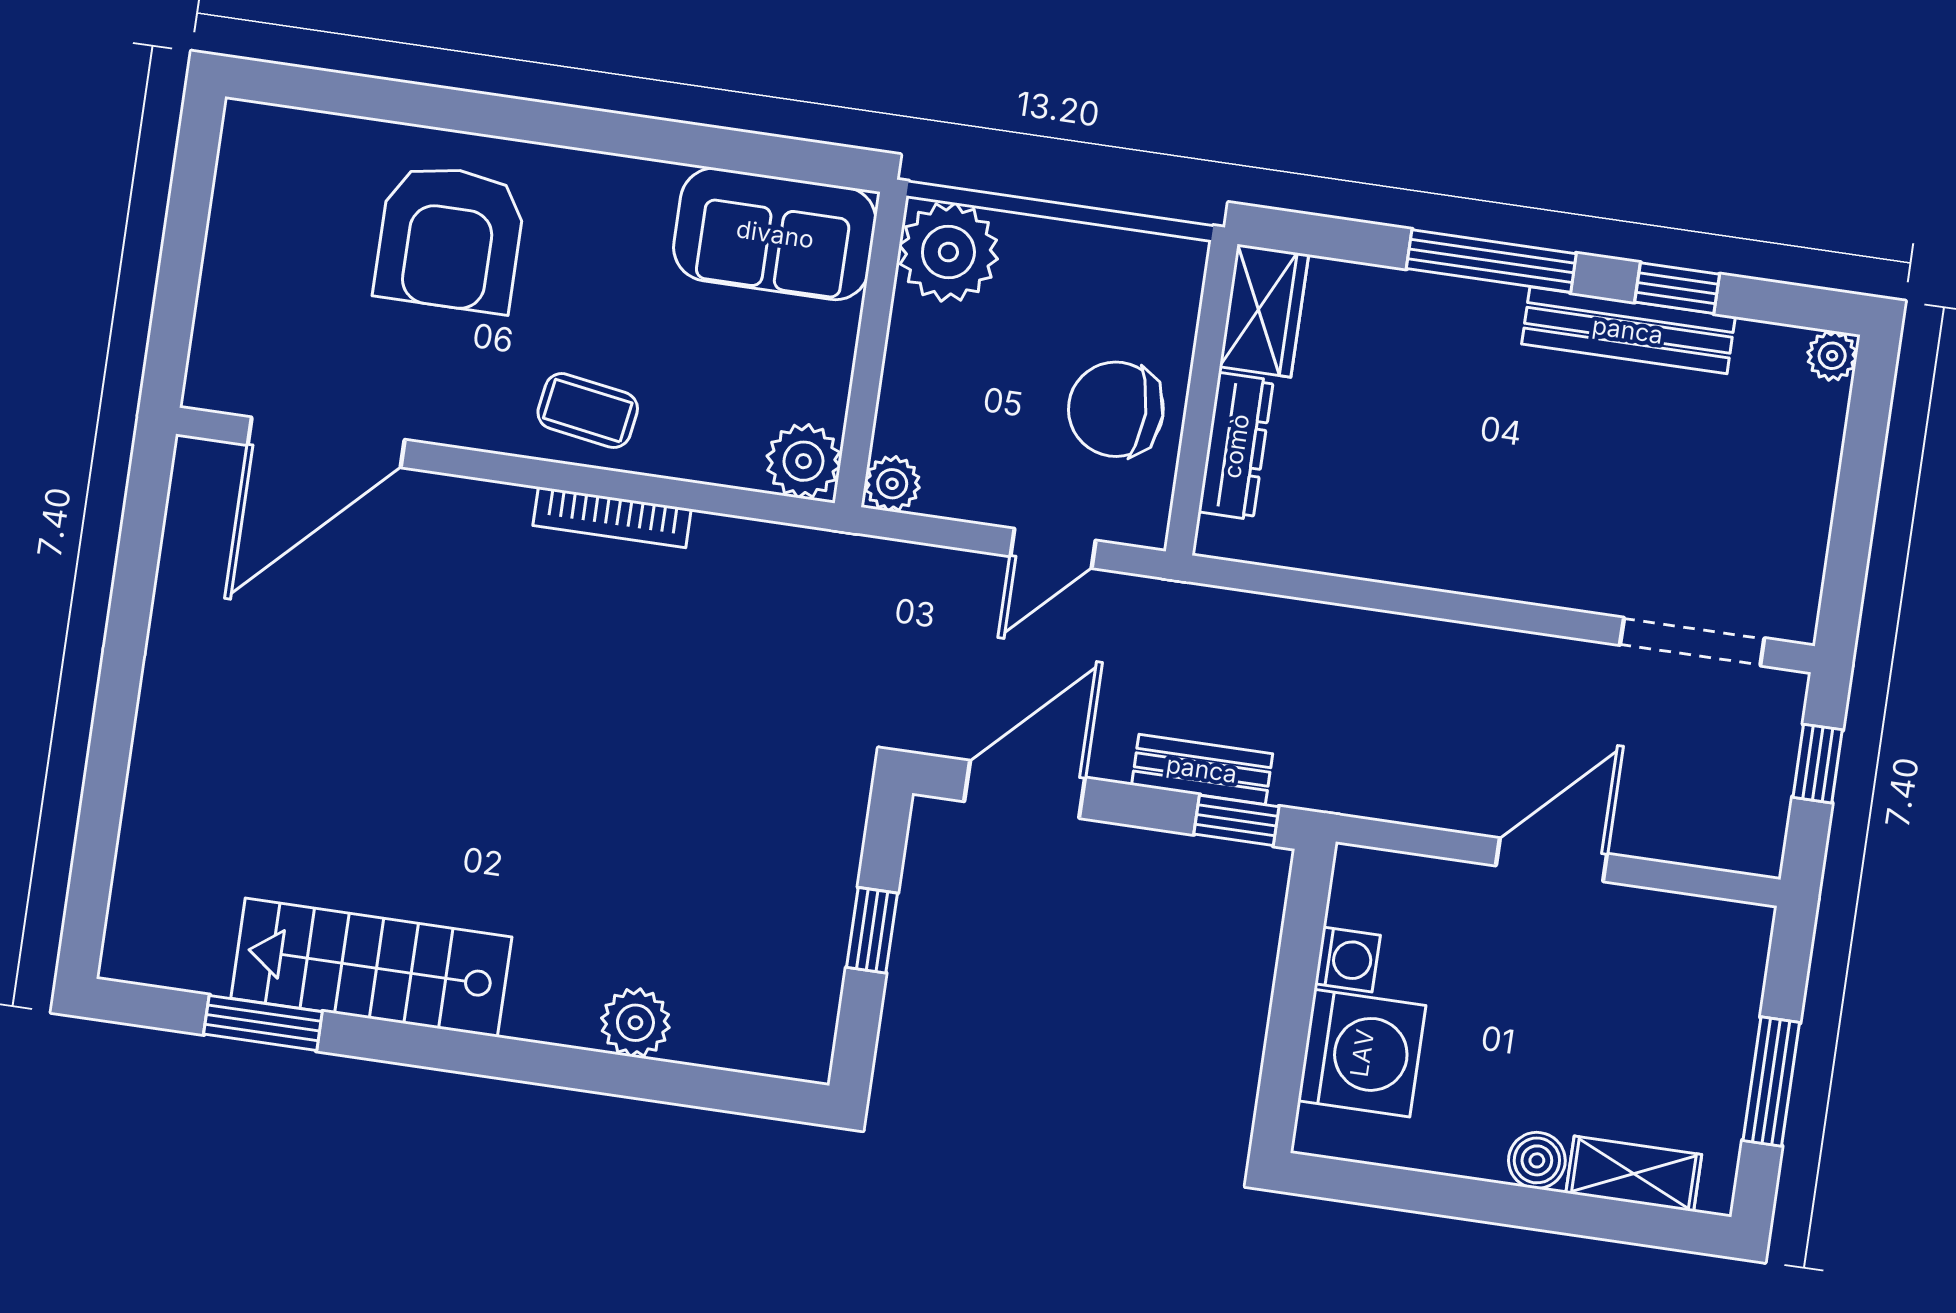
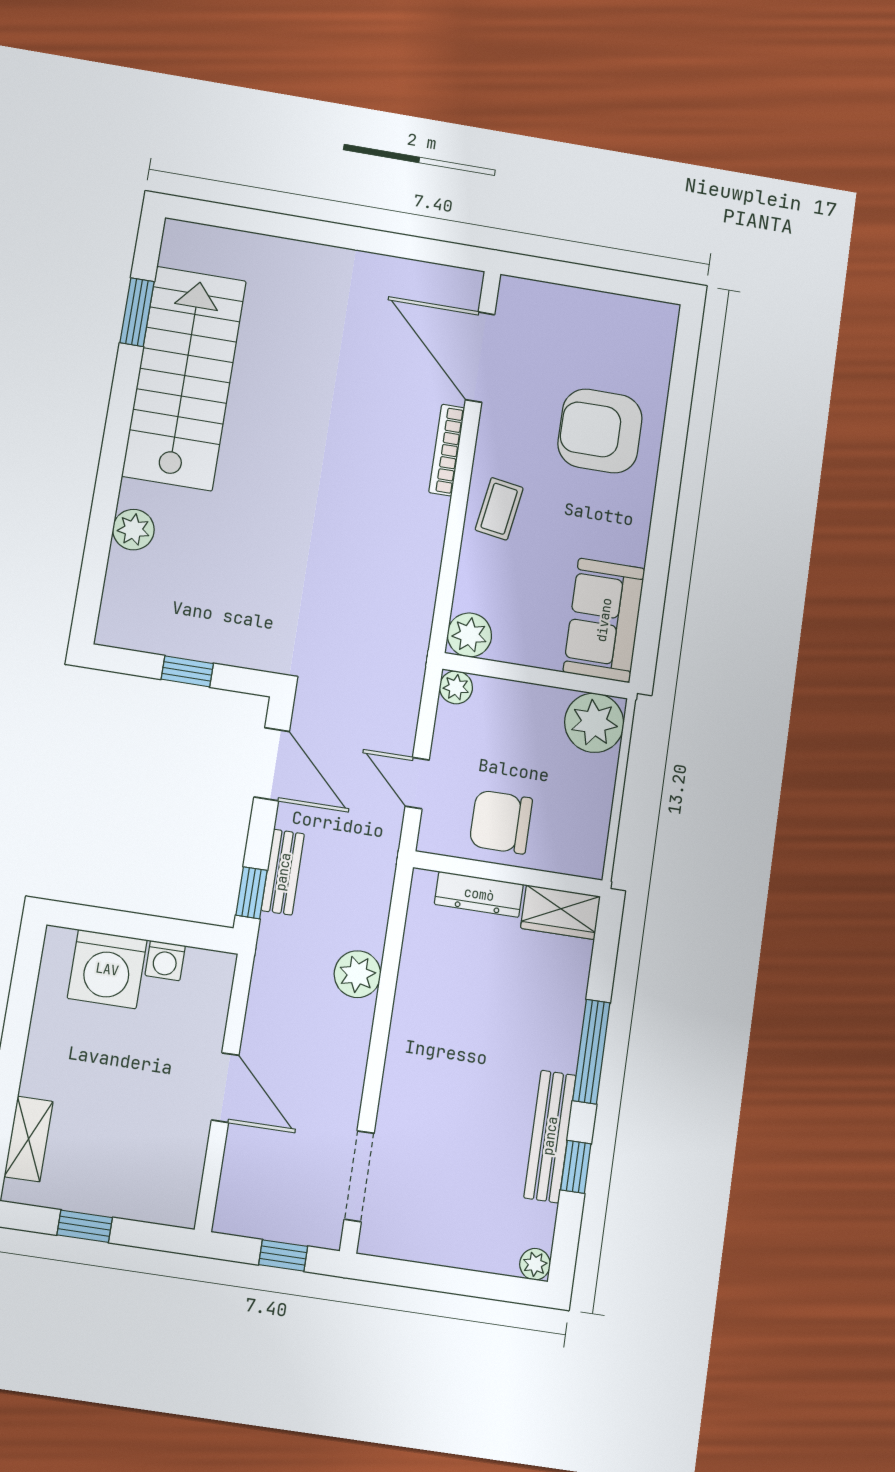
chair: (1116, 409) -> (501, 822), turned -90
bookcase: (612, 517) -> (447, 450), moved
plant: (1368, 646) -> (357, 974), added
stairs: (371, 968) -> (184, 378), width x1.36, depth x1.51
window: (1771, 1082) -> (85, 1226), width x0.67
boiler: (1537, 1160) -> (38, 1078), removed

